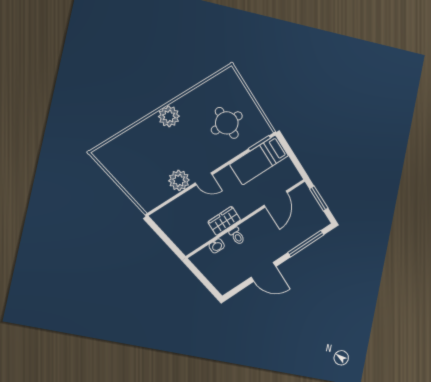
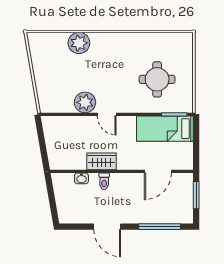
plant: (169, 116) -> (79, 43), moved

